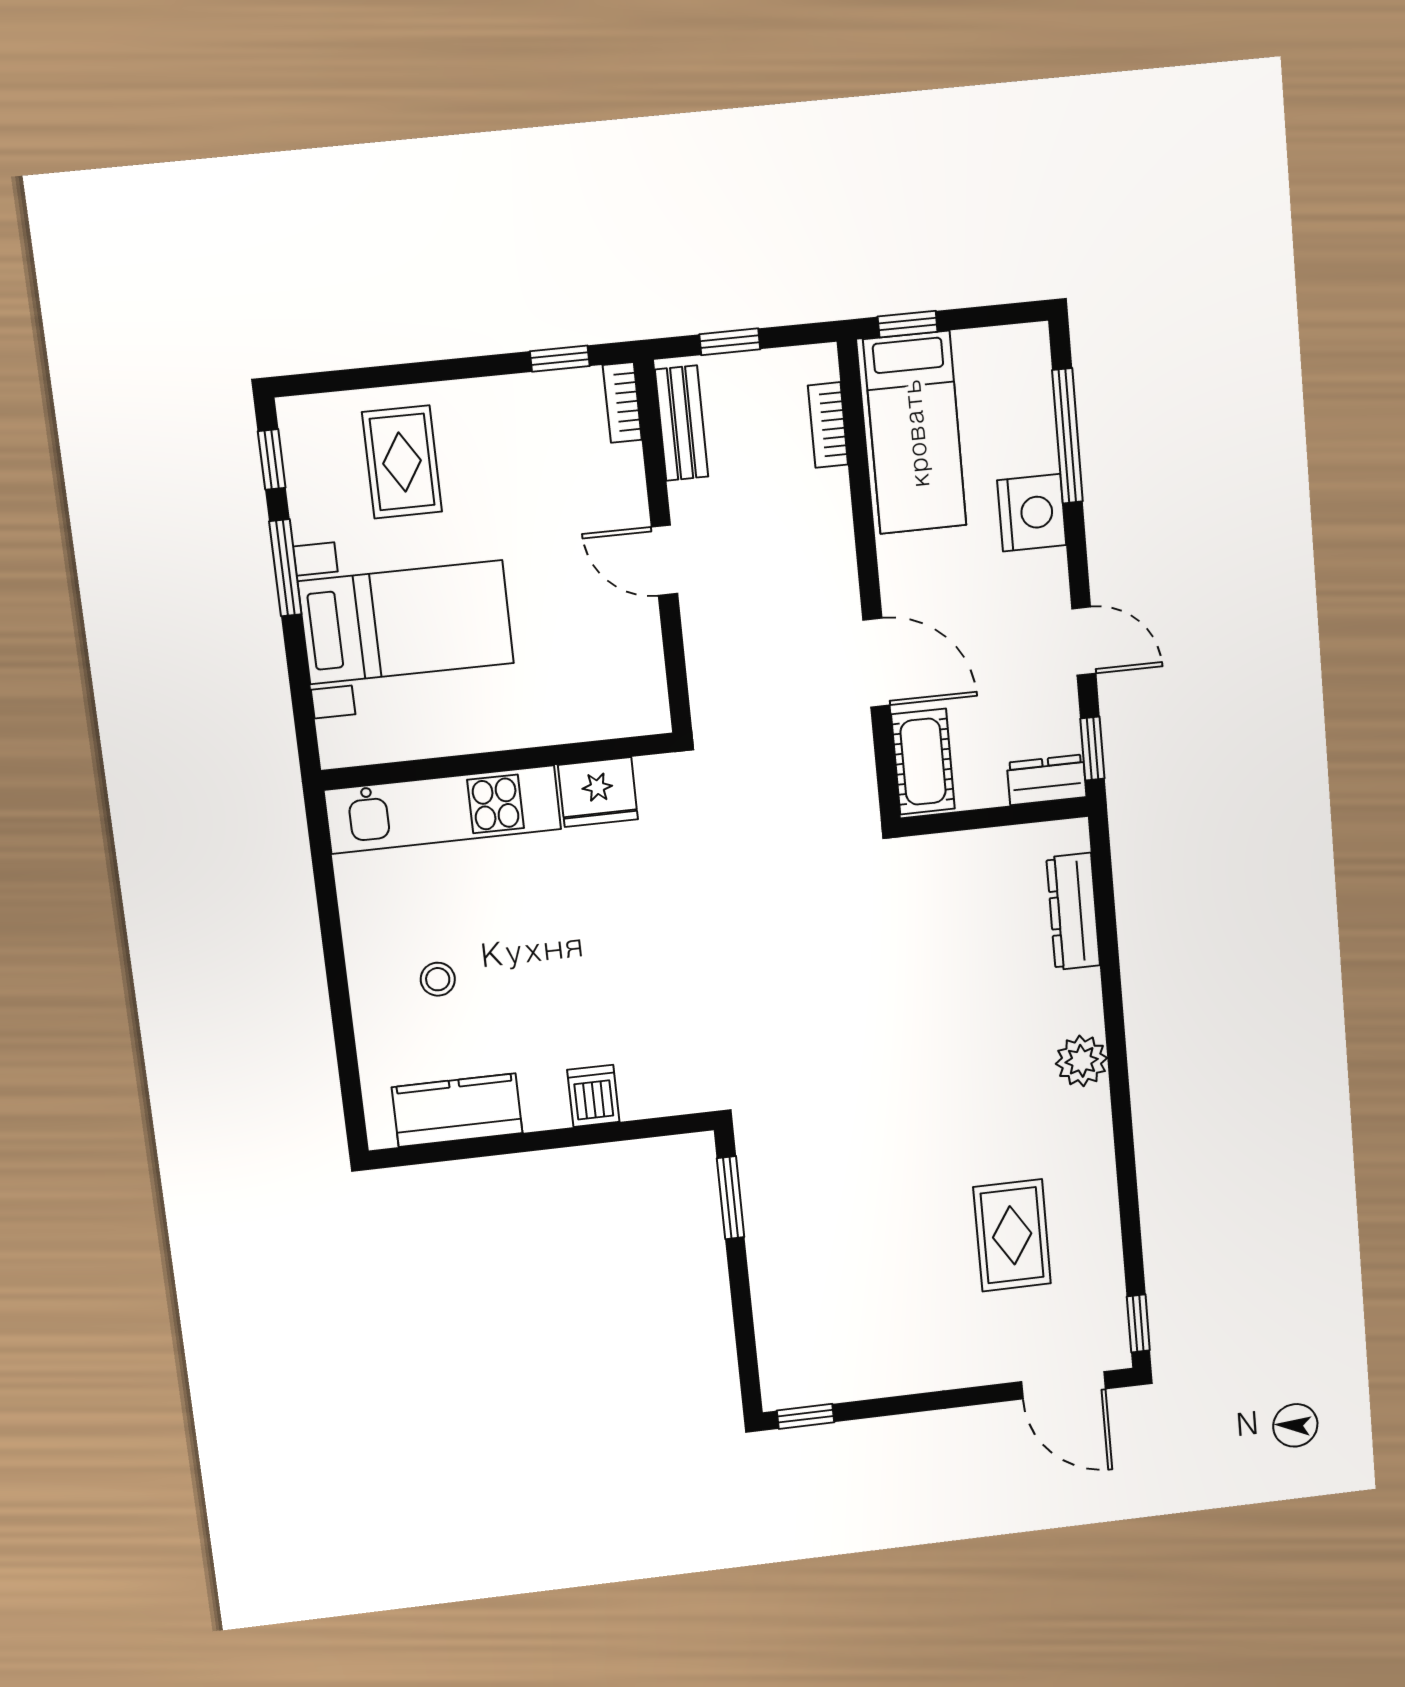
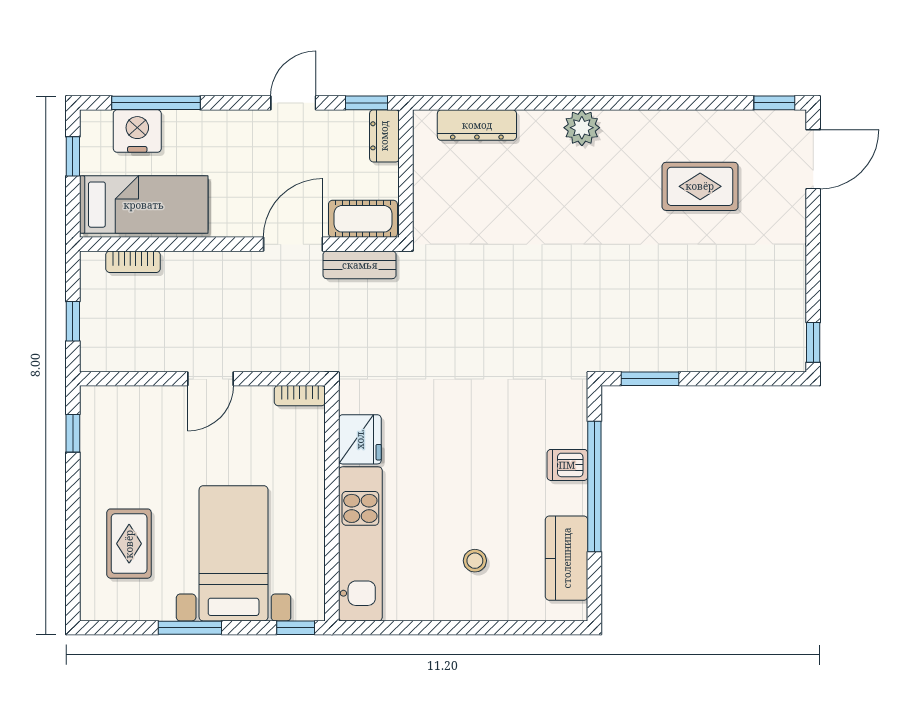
window: (908, 324) -> (73, 156), moved
bookcase: (622, 402) -> (300, 396), moved
bench: (682, 423) -> (360, 265), moved
window: (272, 460) -> (296, 628), moved
rug: (402, 462) -> (129, 544), turned 90
nightstand: (1032, 513) -> (137, 131), moved
window: (566, 1138) -> (594, 487), added

